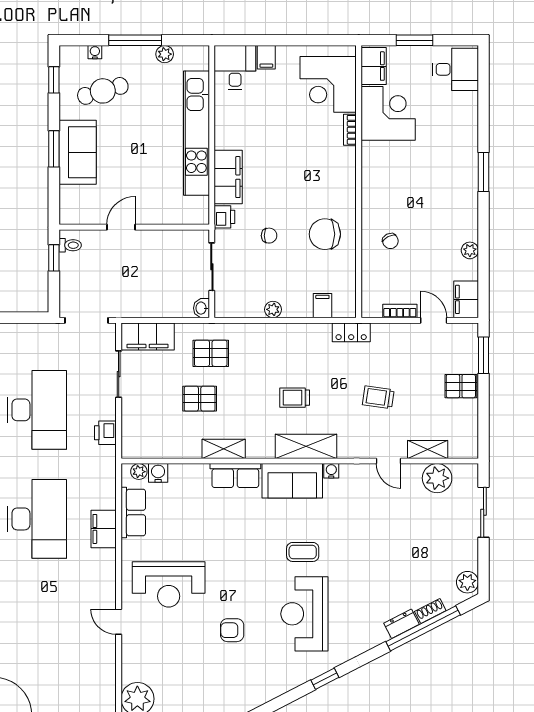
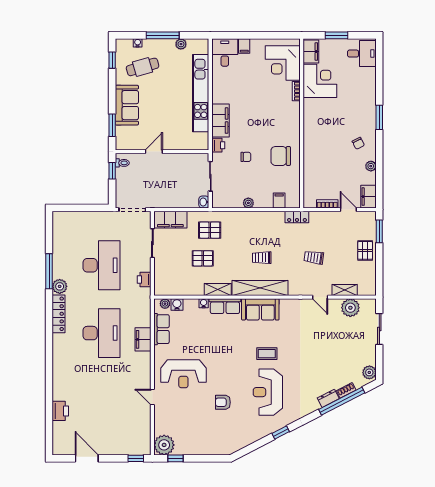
window: (54, 149) -> (112, 125), moved
chair: (390, 241) -> (358, 143), moved
pallet: (461, 386) -> (365, 250), turned 90
shelving: (306, 446) -> (260, 288), width x1.47
water cooler: (331, 471) -> (204, 303), moved

